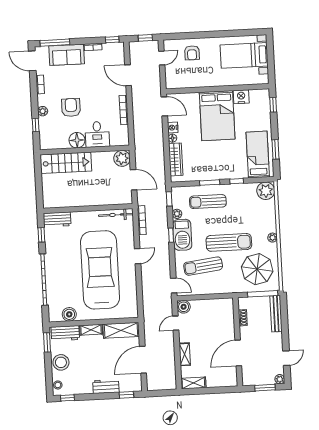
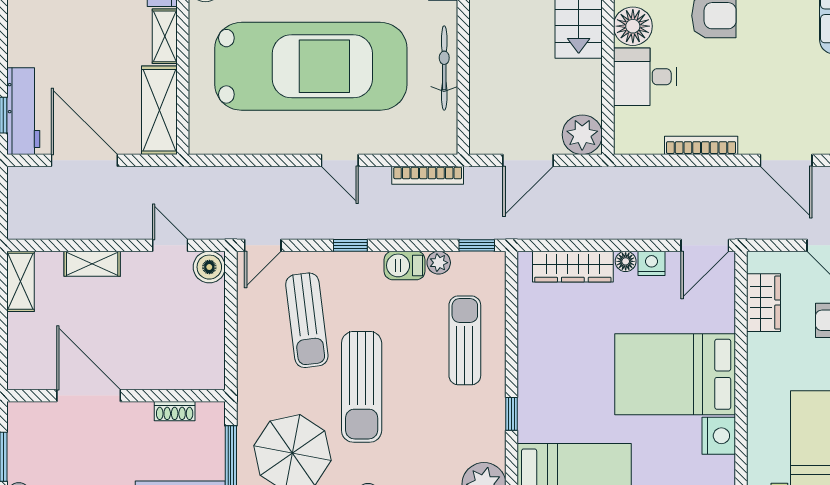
door: (128, 75) -> (786, 160), swing flipped
wardrobe: (186, 81) -> (764, 303), added
window: (210, 183) -> (511, 347), removed
bicycle: (116, 215) -> (444, 68), moved
window: (171, 235) -> (350, 245), moved
barbecue: (182, 235) -> (405, 265), width x0.53, depth x0.65
sun lounger: (203, 266) -> (307, 320), turned 180
workbench: (106, 386) -> (23, 111), moved, width x1.38

